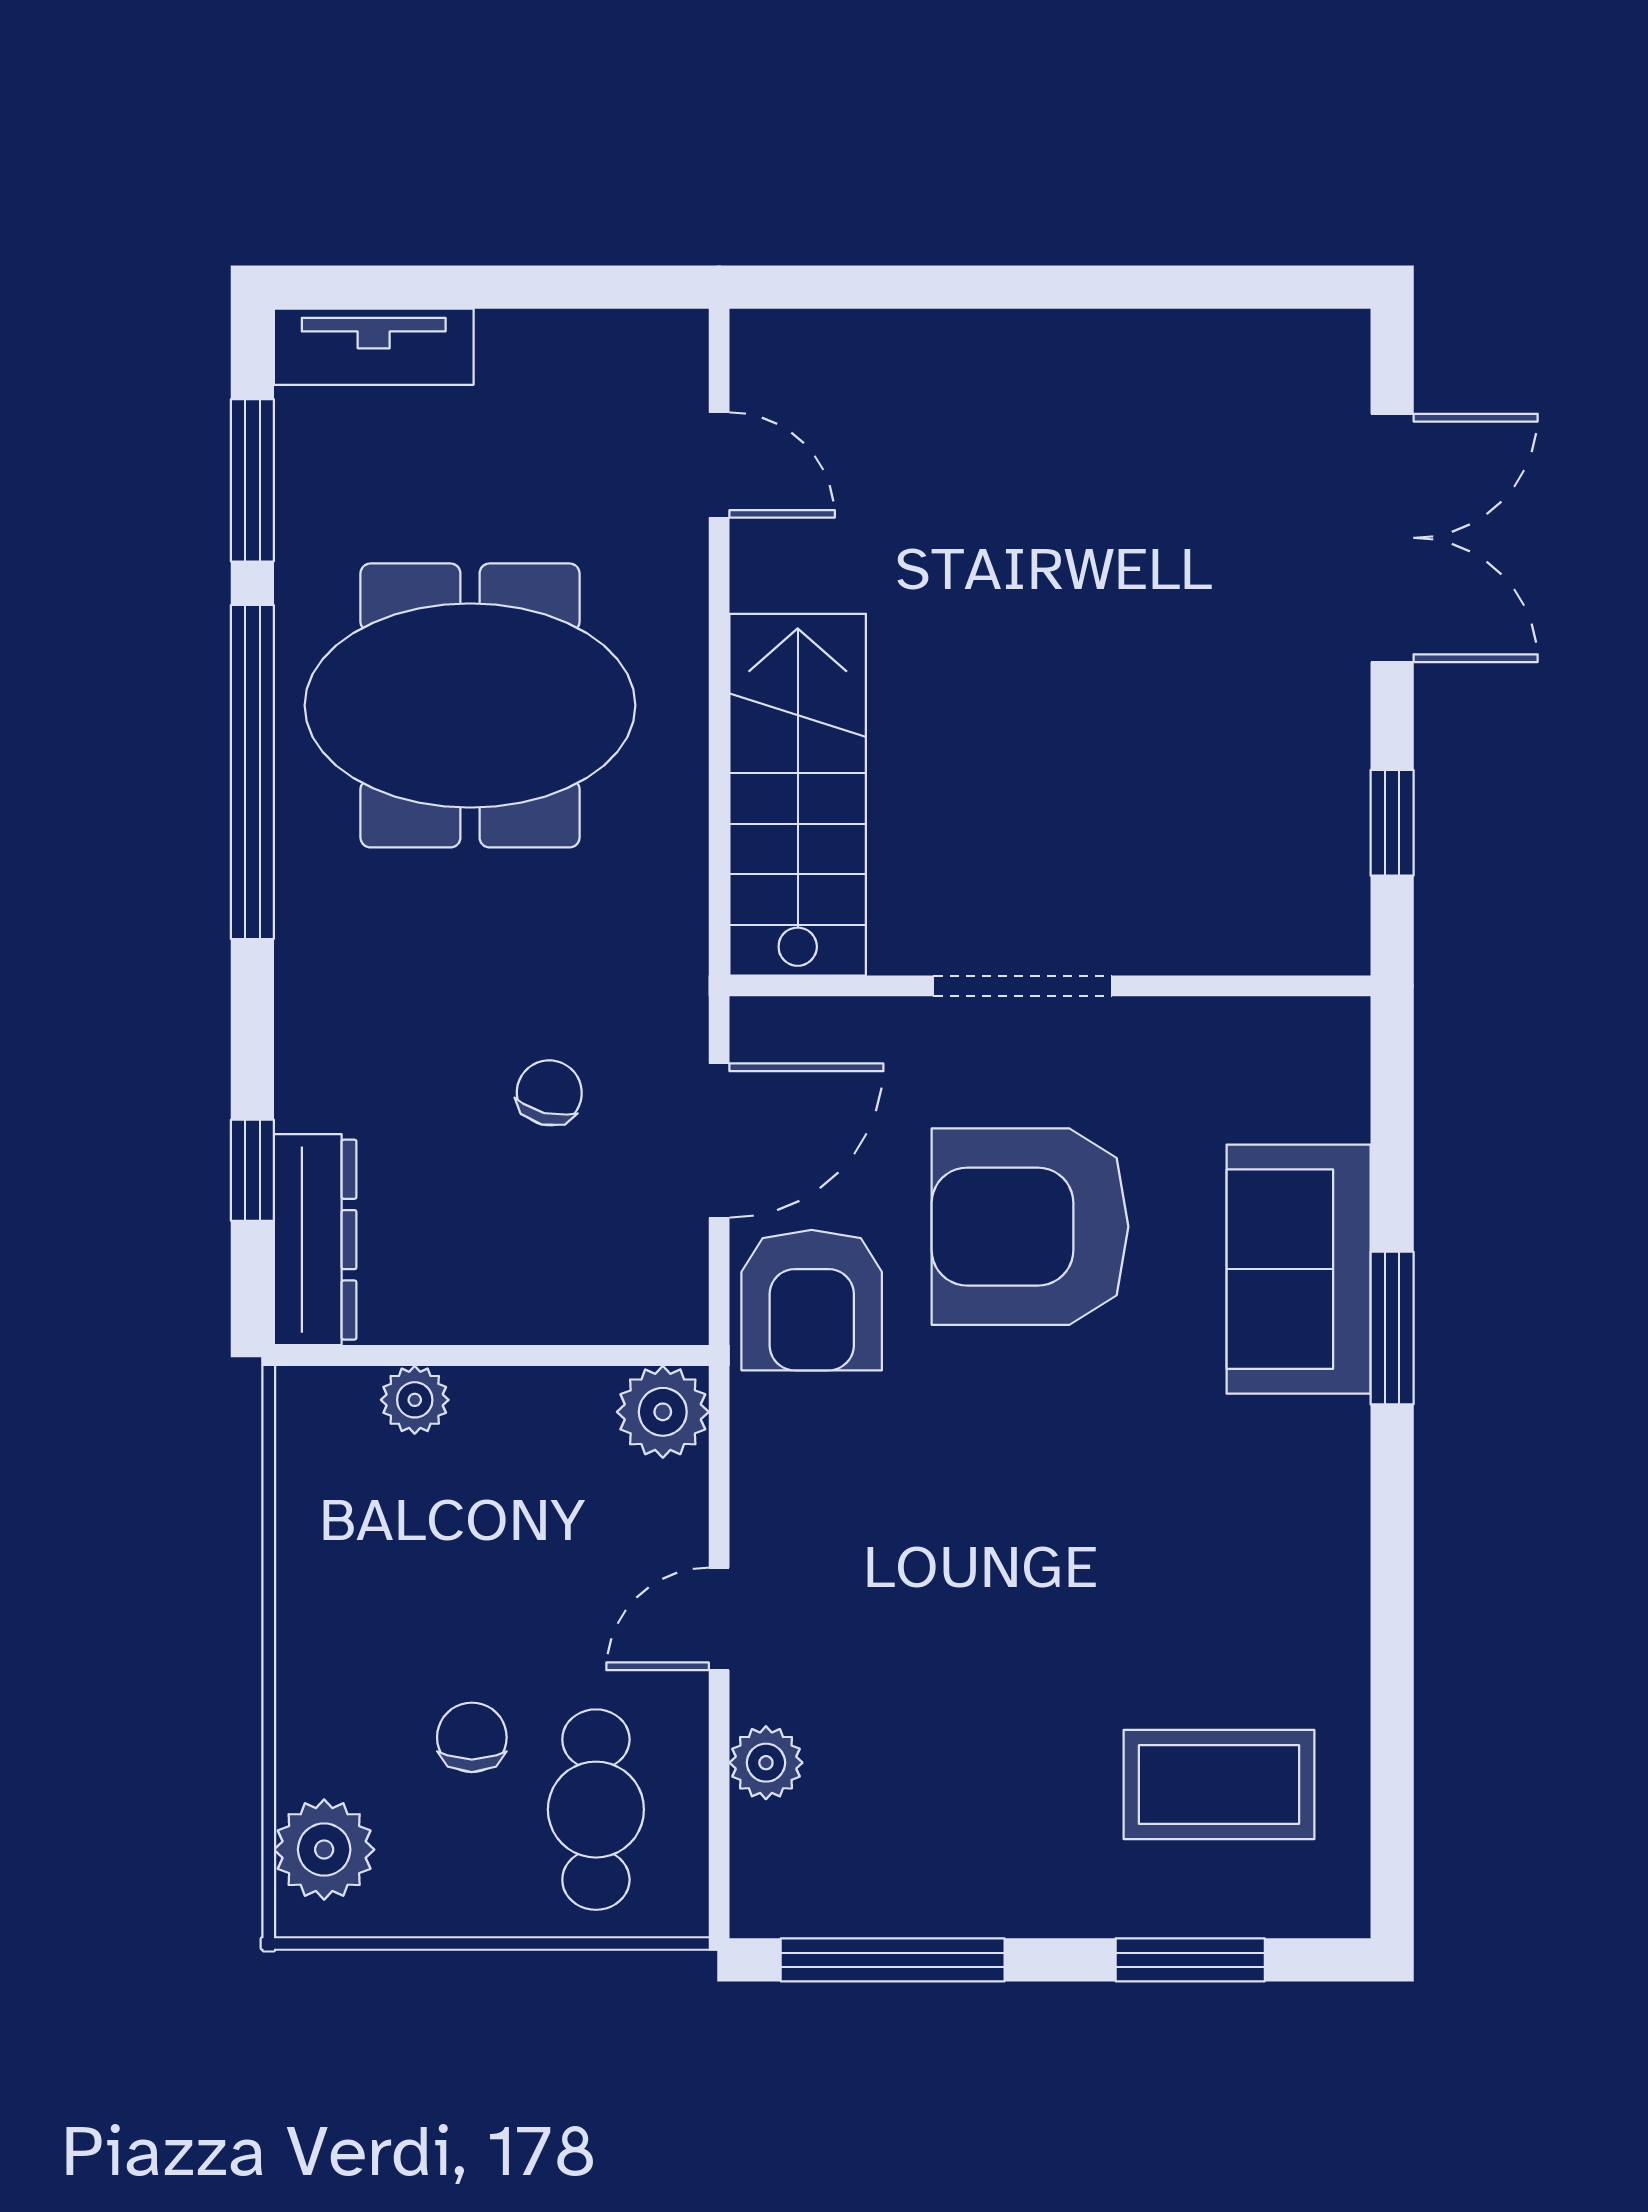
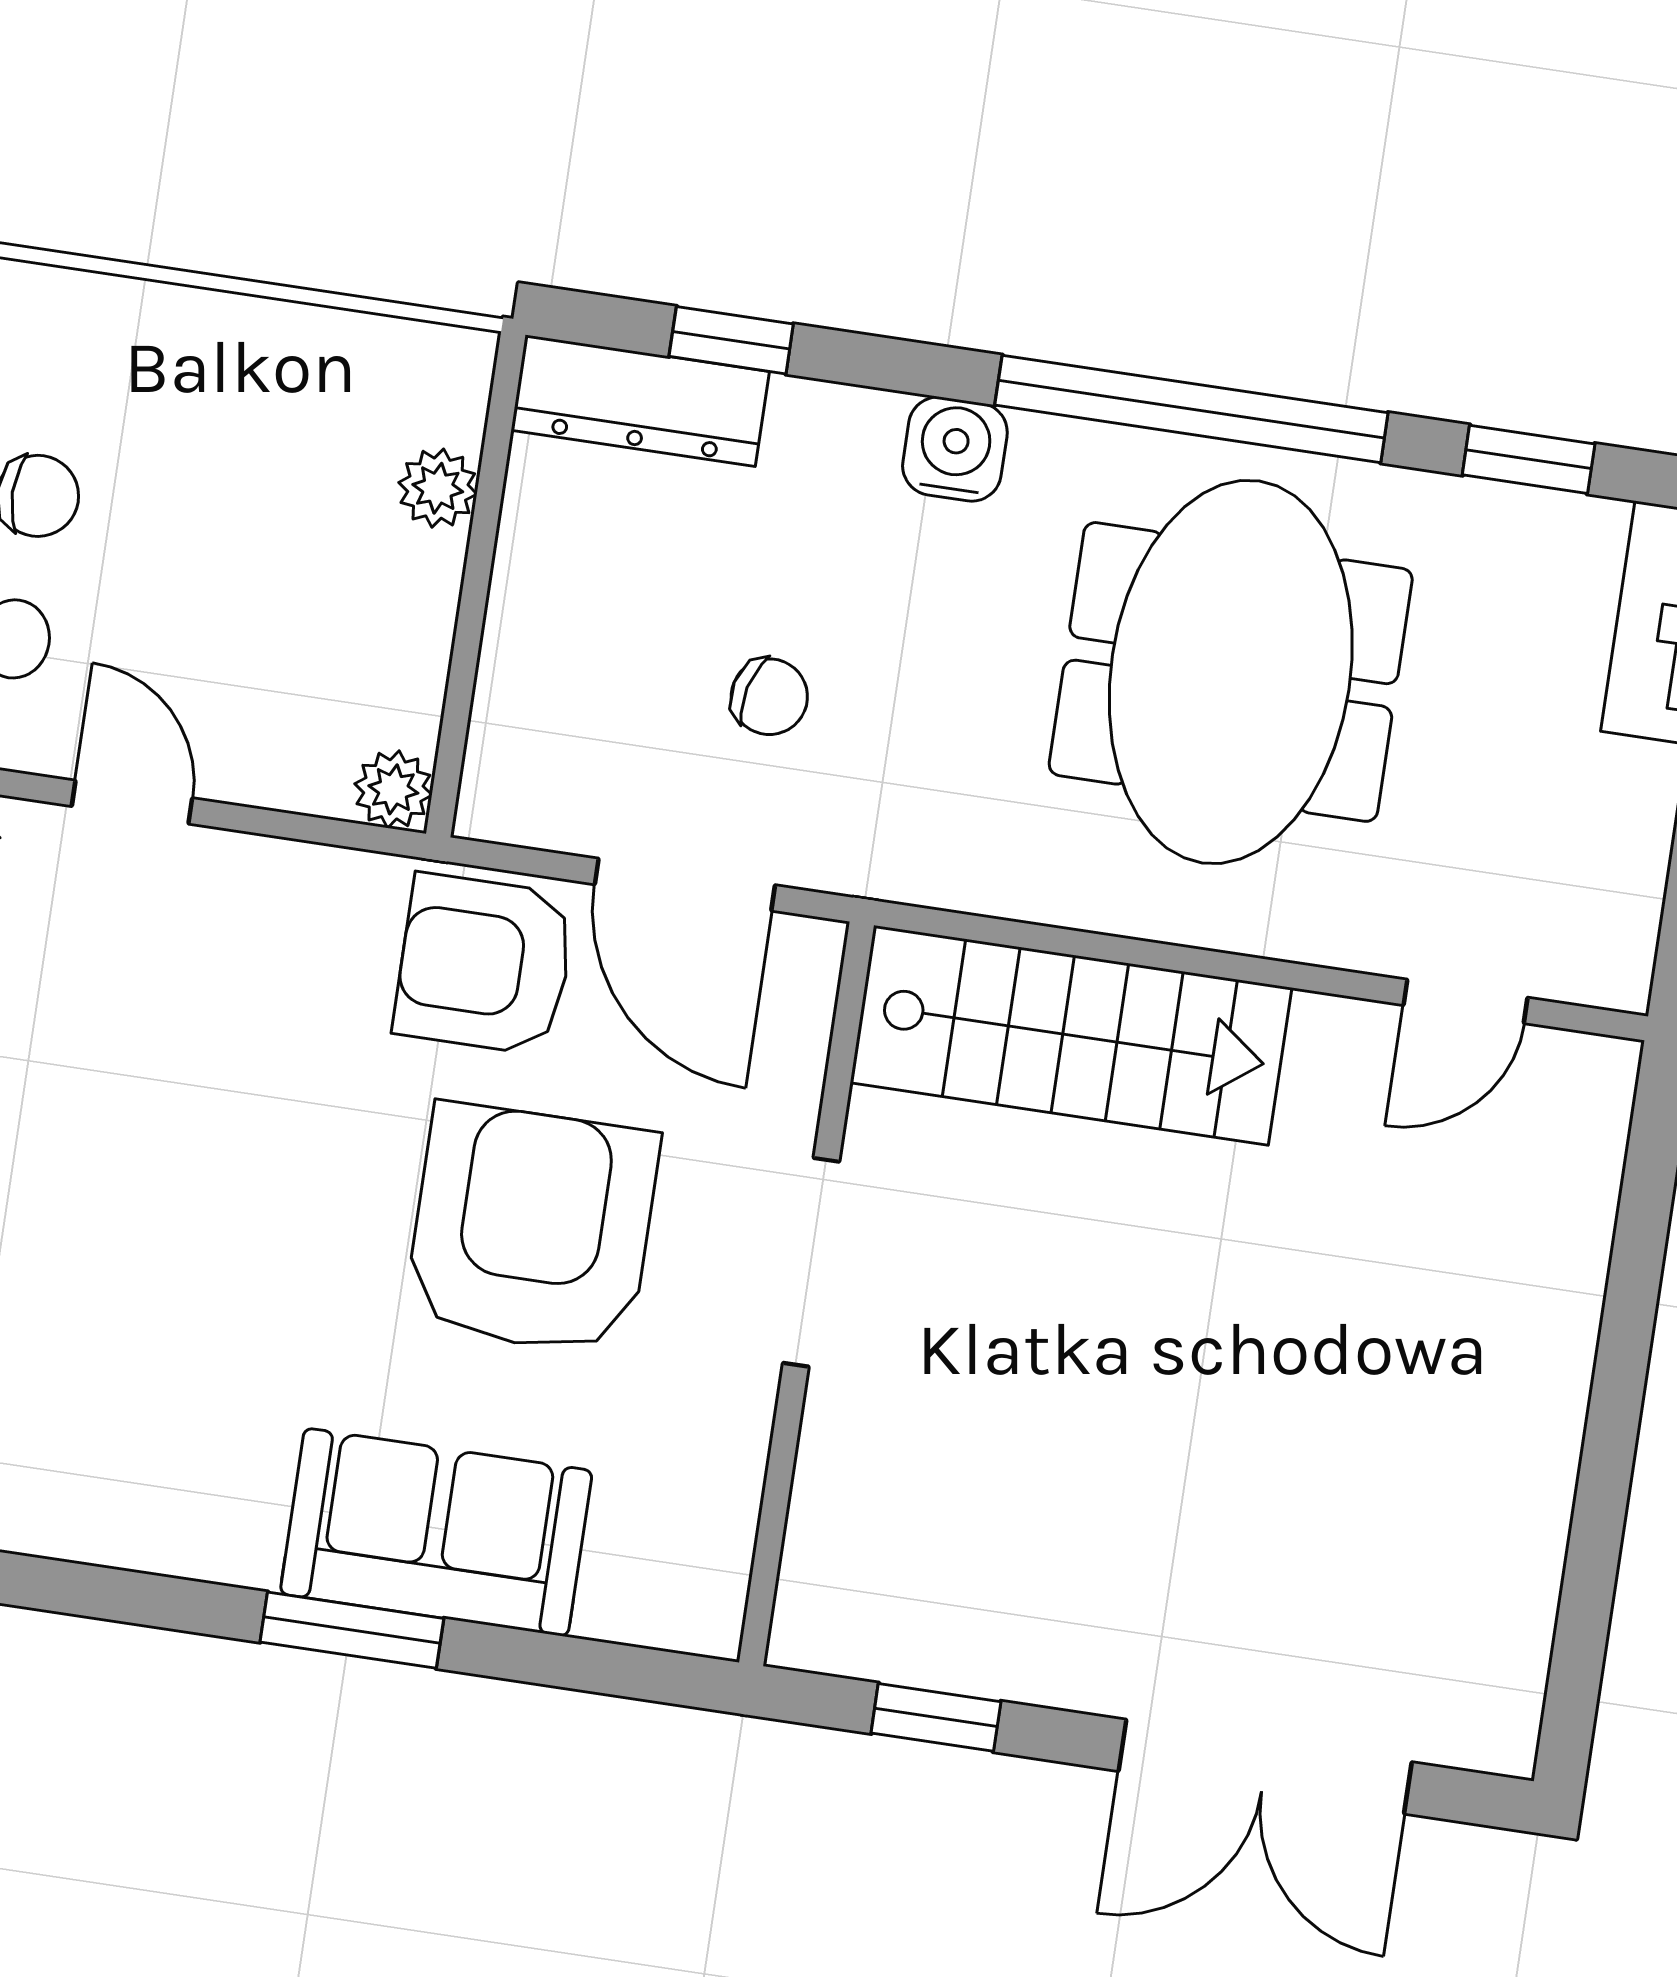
window: (252, 480) -> (1529, 459), width x0.67
water cooler: (316, 967) -> (955, 449), added
plant: (663, 1412) -> (393, 789), width x0.73, depth x0.73

